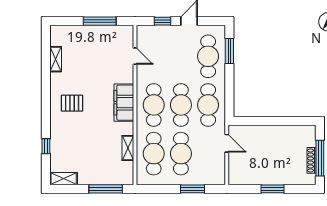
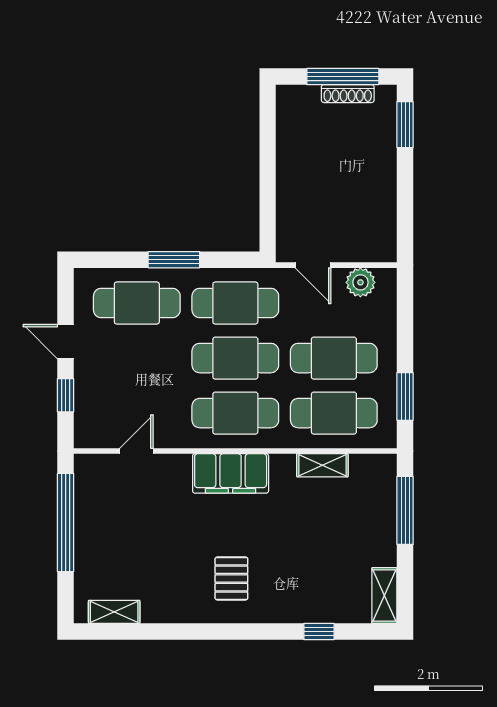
window: (100, 21) -> (66, 523), width x1.46
window: (229, 51) -> (174, 260), moved
shelving: (56, 59) -> (114, 612), moved
door: (227, 143) -> (313, 265), swing flipped
plant: (218, 167) -> (360, 282), added
window: (193, 189) -> (405, 396), moved
window: (273, 189) -> (405, 125), moved

